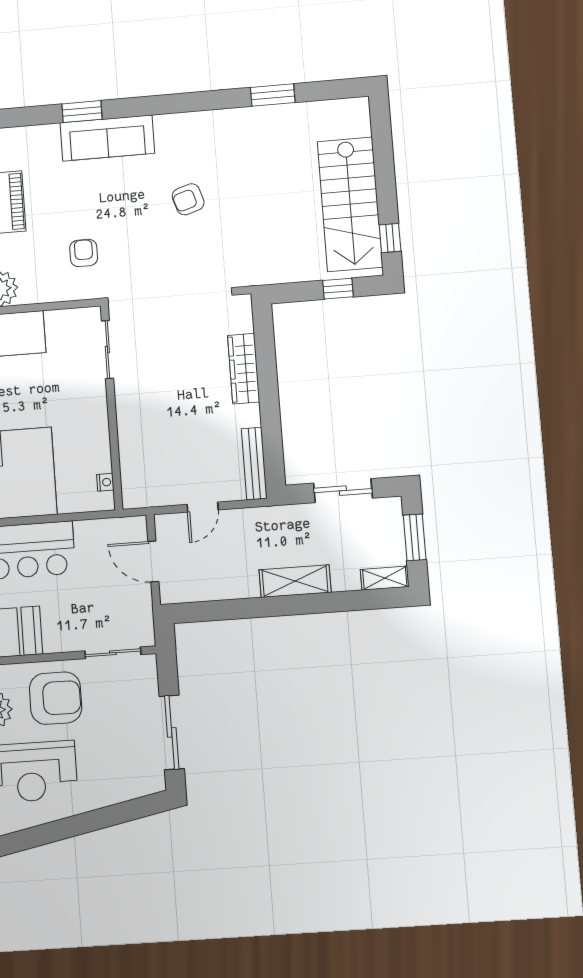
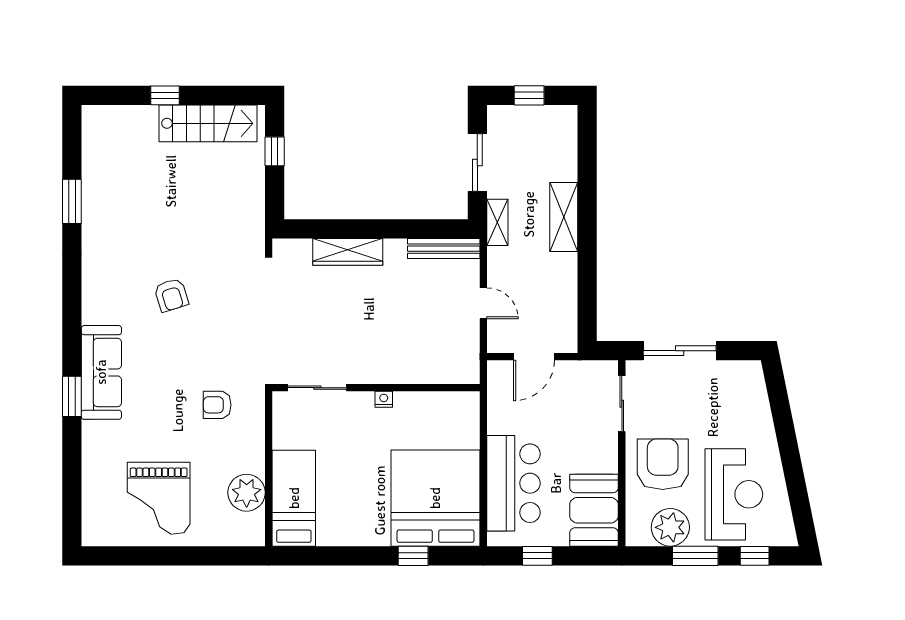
stairs: (350, 204) -> (208, 123), width x0.73, depth x0.66
window: (390, 238) -> (165, 95), moved
nightstand: (105, 482) -> (384, 399), moved
window: (415, 537) -> (529, 95), width x0.67
shelving: (385, 578) -> (497, 222), moved
sliding door: (172, 732) -> (680, 351), moved

